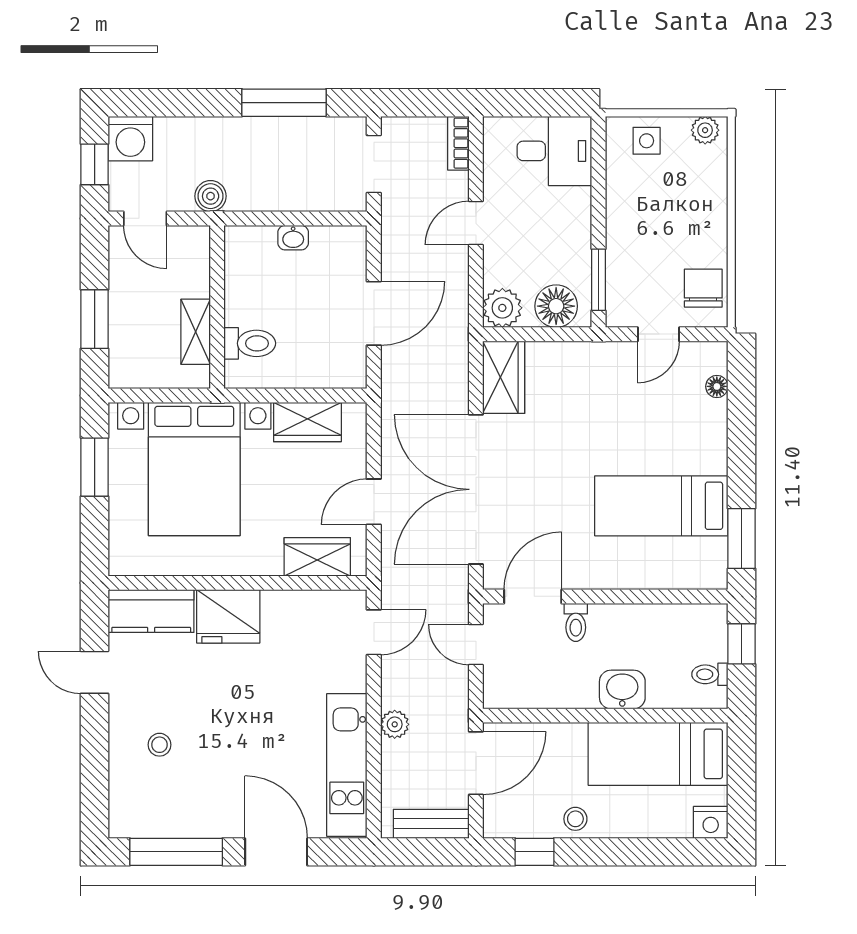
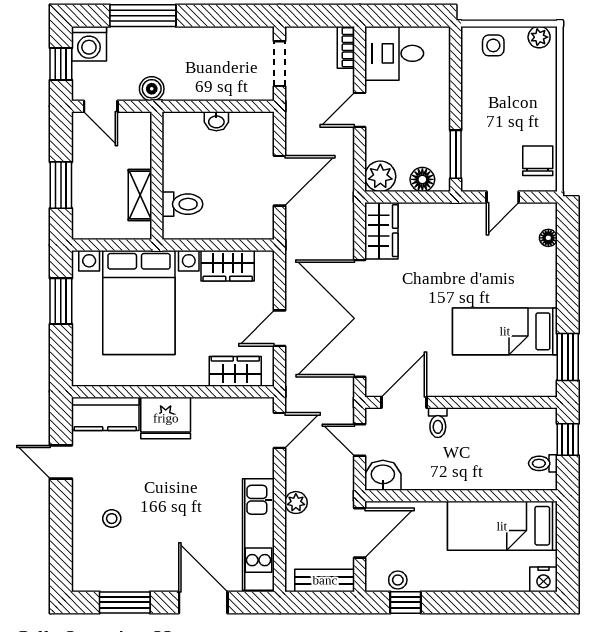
window: (284, 103) -> (143, 16), moved
desk: (554, 151) -> (394, 53), moved, turned 180
floor lamp: (556, 306) -> (422, 179), width x0.73, depth x0.73
washbasin: (622, 689) -> (383, 475), moved
stool: (575, 819) -> (398, 580), moved
window: (176, 852) -> (125, 602), width x0.69

